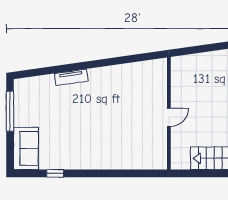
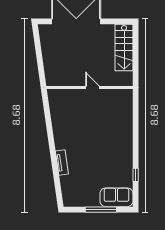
window: (10, 111) -> (101, 210), moved

